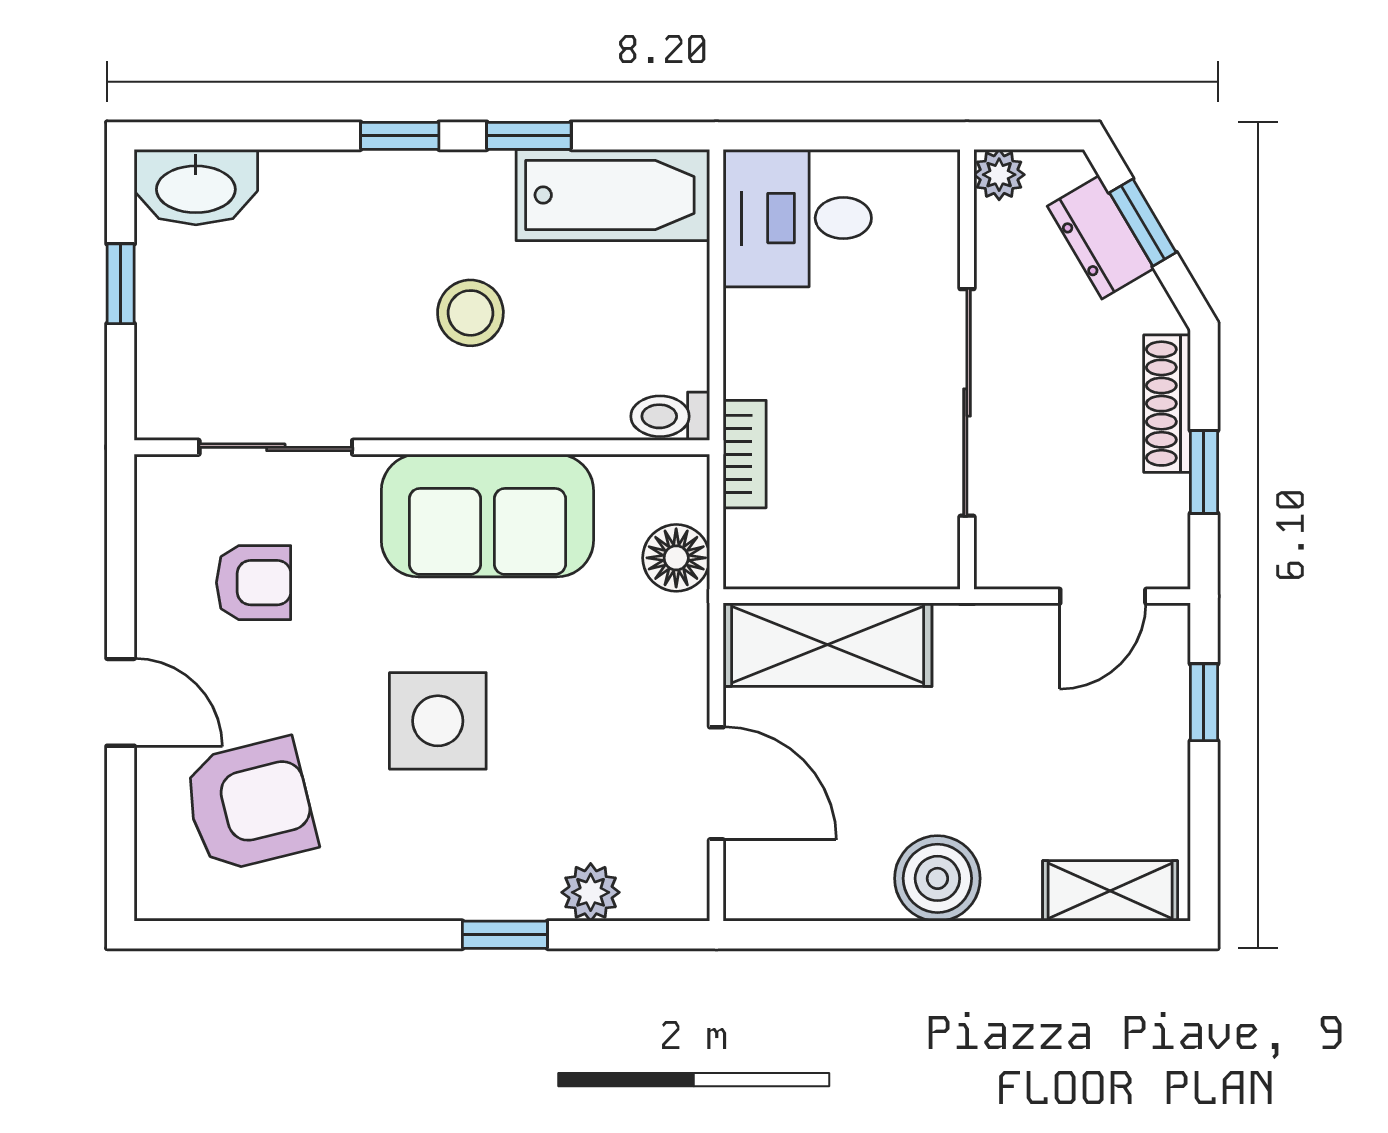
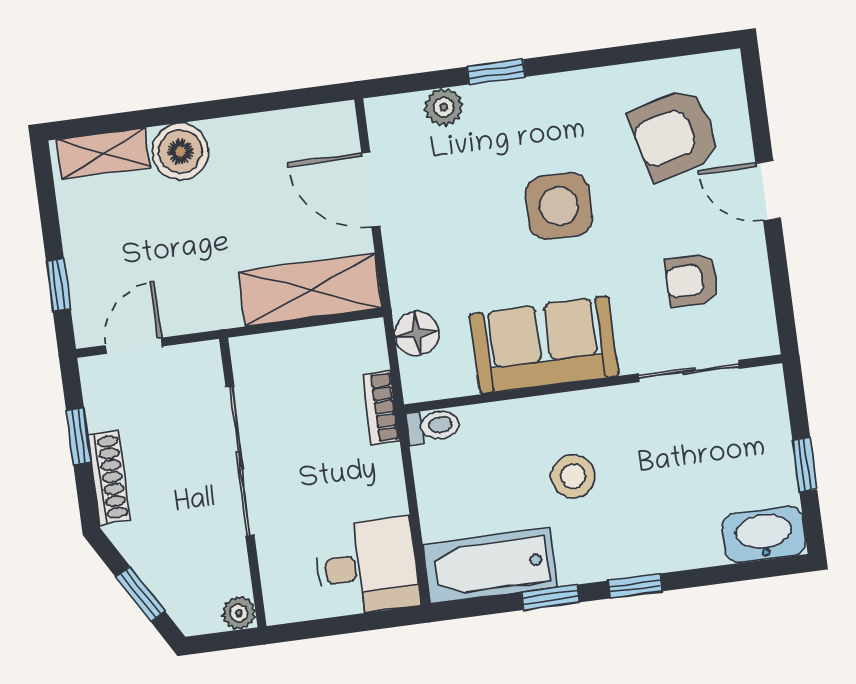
dresser: (1101, 237) -> (167, 581), removed
boiler: (937, 878) -> (180, 151), moved

